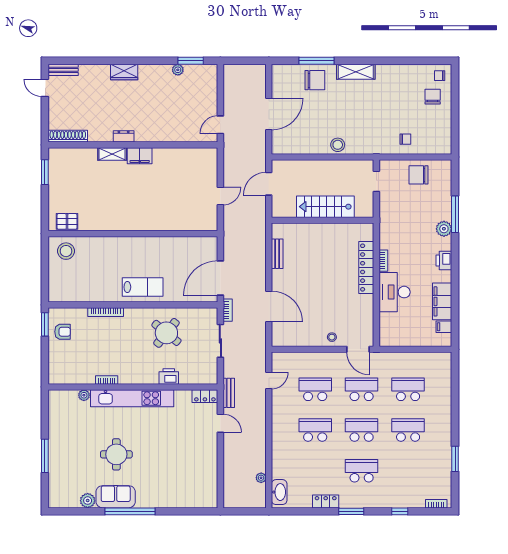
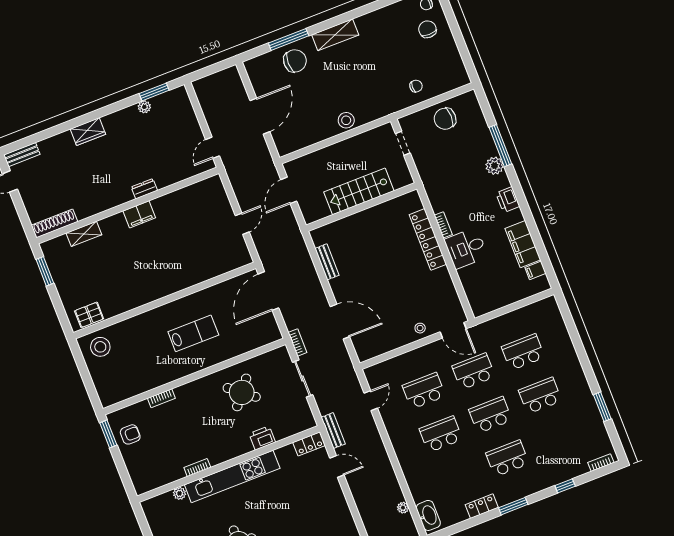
dresser: (124, 136) -> (144, 189), moved
shelving: (112, 154) -> (84, 234), moved
door: (220, 278) -> (268, 291), moved
lab bench: (143, 287) -> (193, 333), moved
desk: (395, 292) -> (466, 248), width x0.73
bookcase: (106, 312) -> (161, 398), width x0.64

